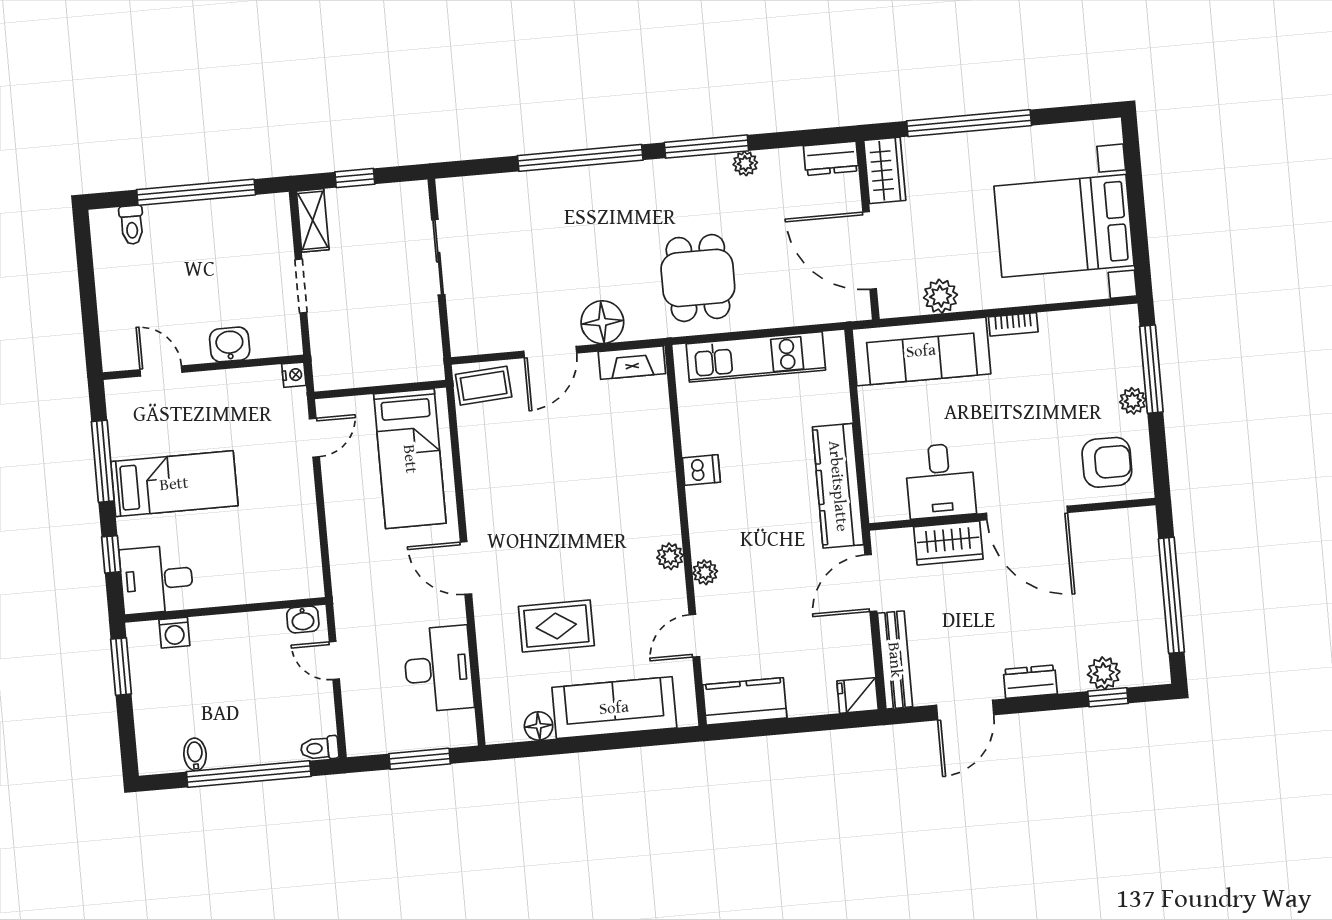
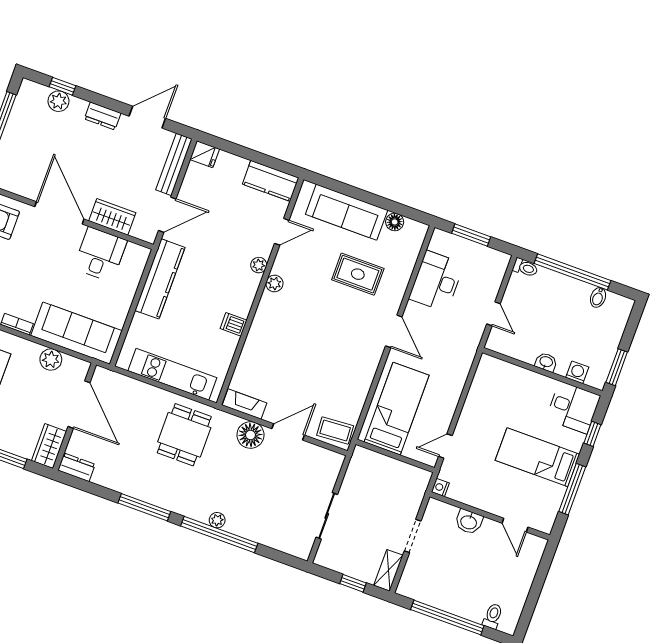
plant: (745, 163) -> (217, 520), moved
washbasin: (303, 619) -> (546, 362), moved

